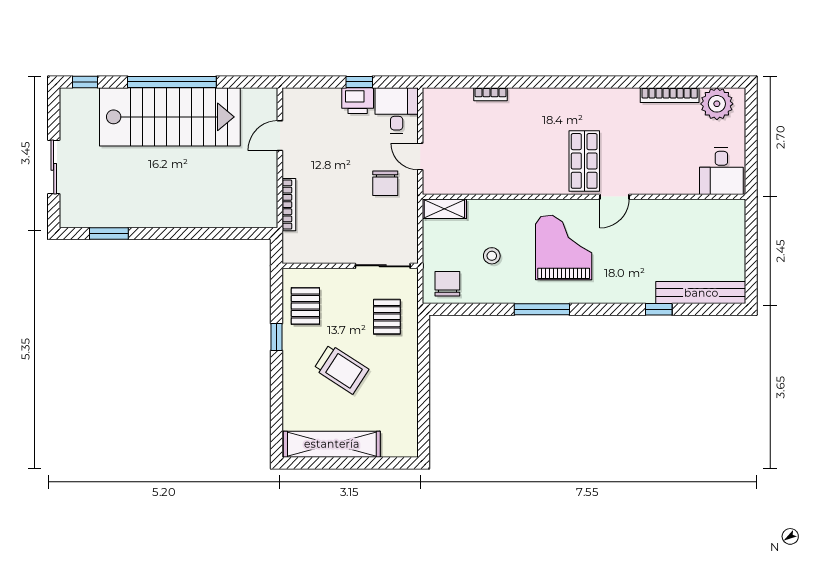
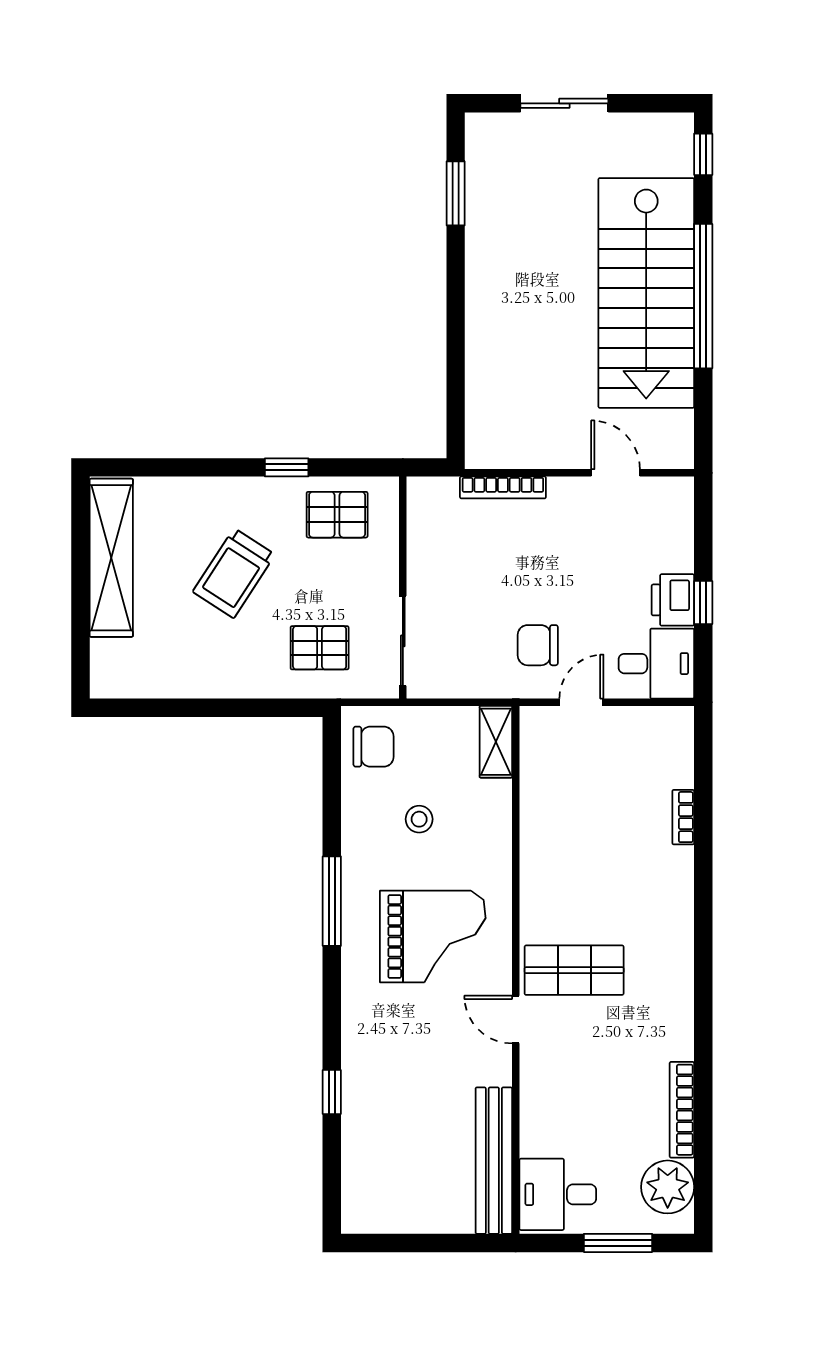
window: (751, 134) -> (618, 1243), added
bench: (701, 293) -> (494, 1161), moved

